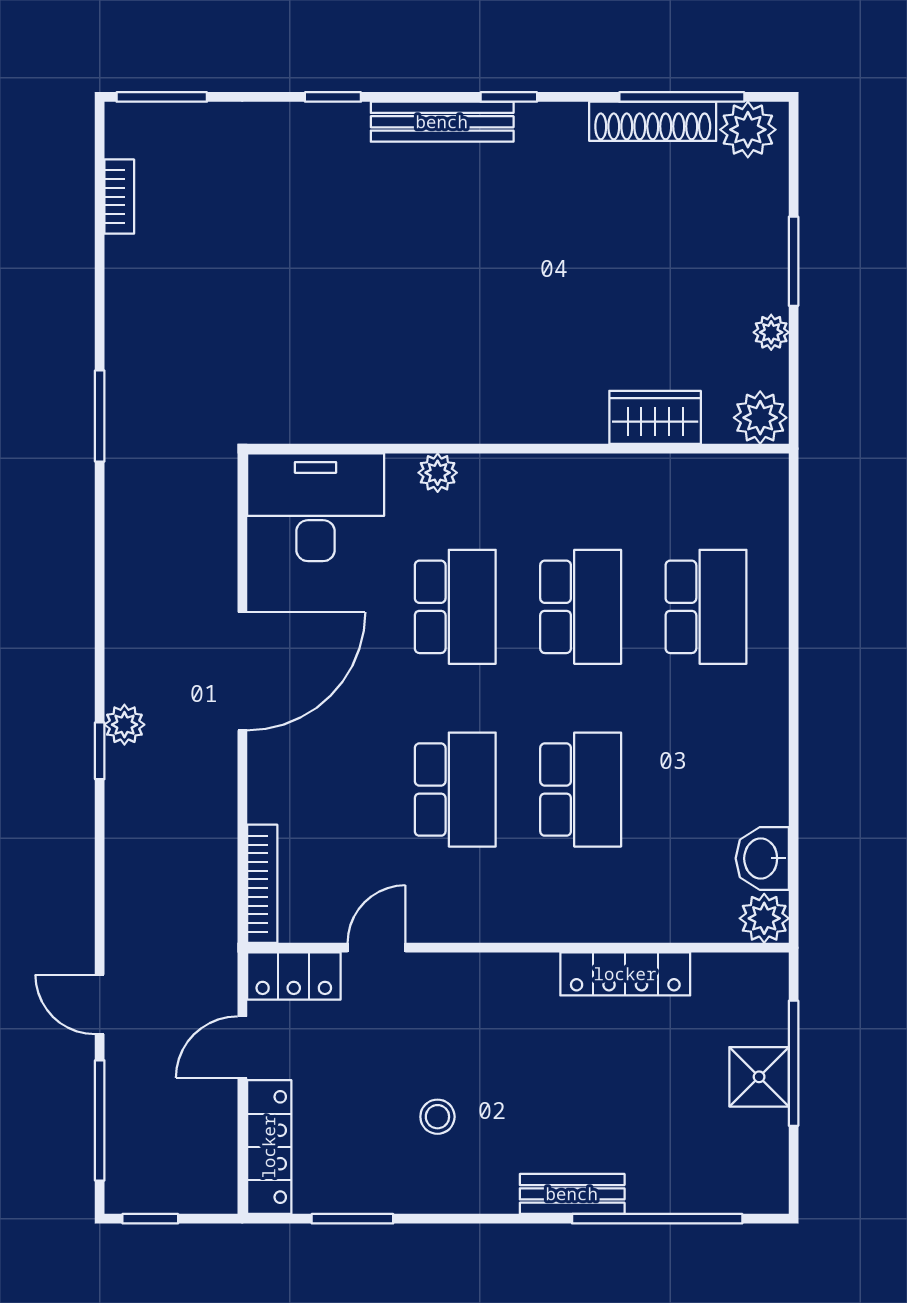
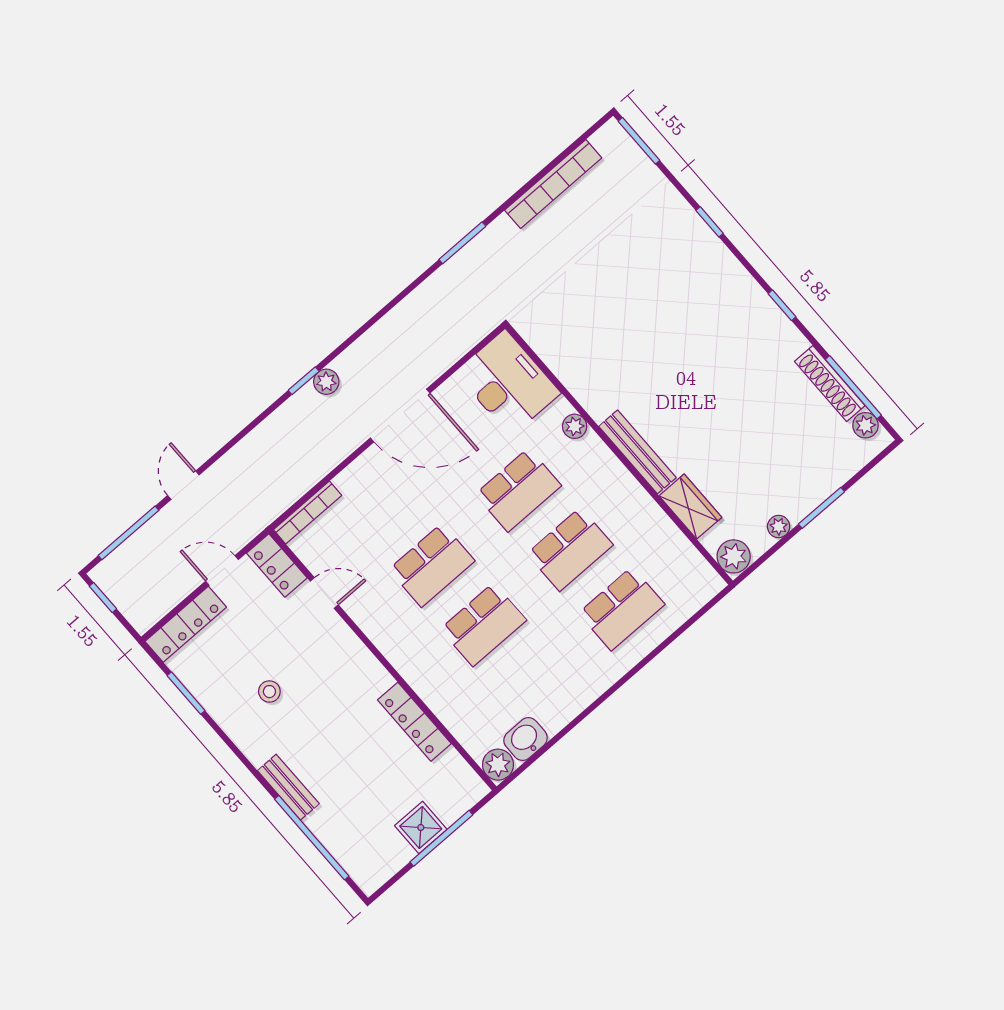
bench: (442, 122) -> (637, 452), moved
plant: (748, 130) -> (865, 425), width x0.73, depth x0.73
bookcase: (119, 197) -> (553, 184), width x2.31, depth x1.31

